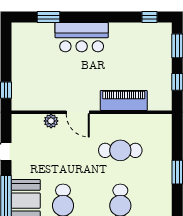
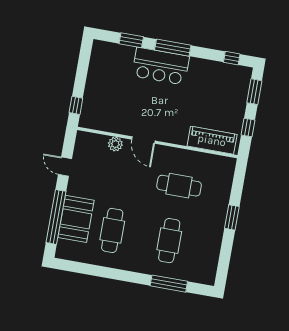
window: (90, 17) -> (173, 48), added
piano: (124, 100) -> (212, 140), moved

